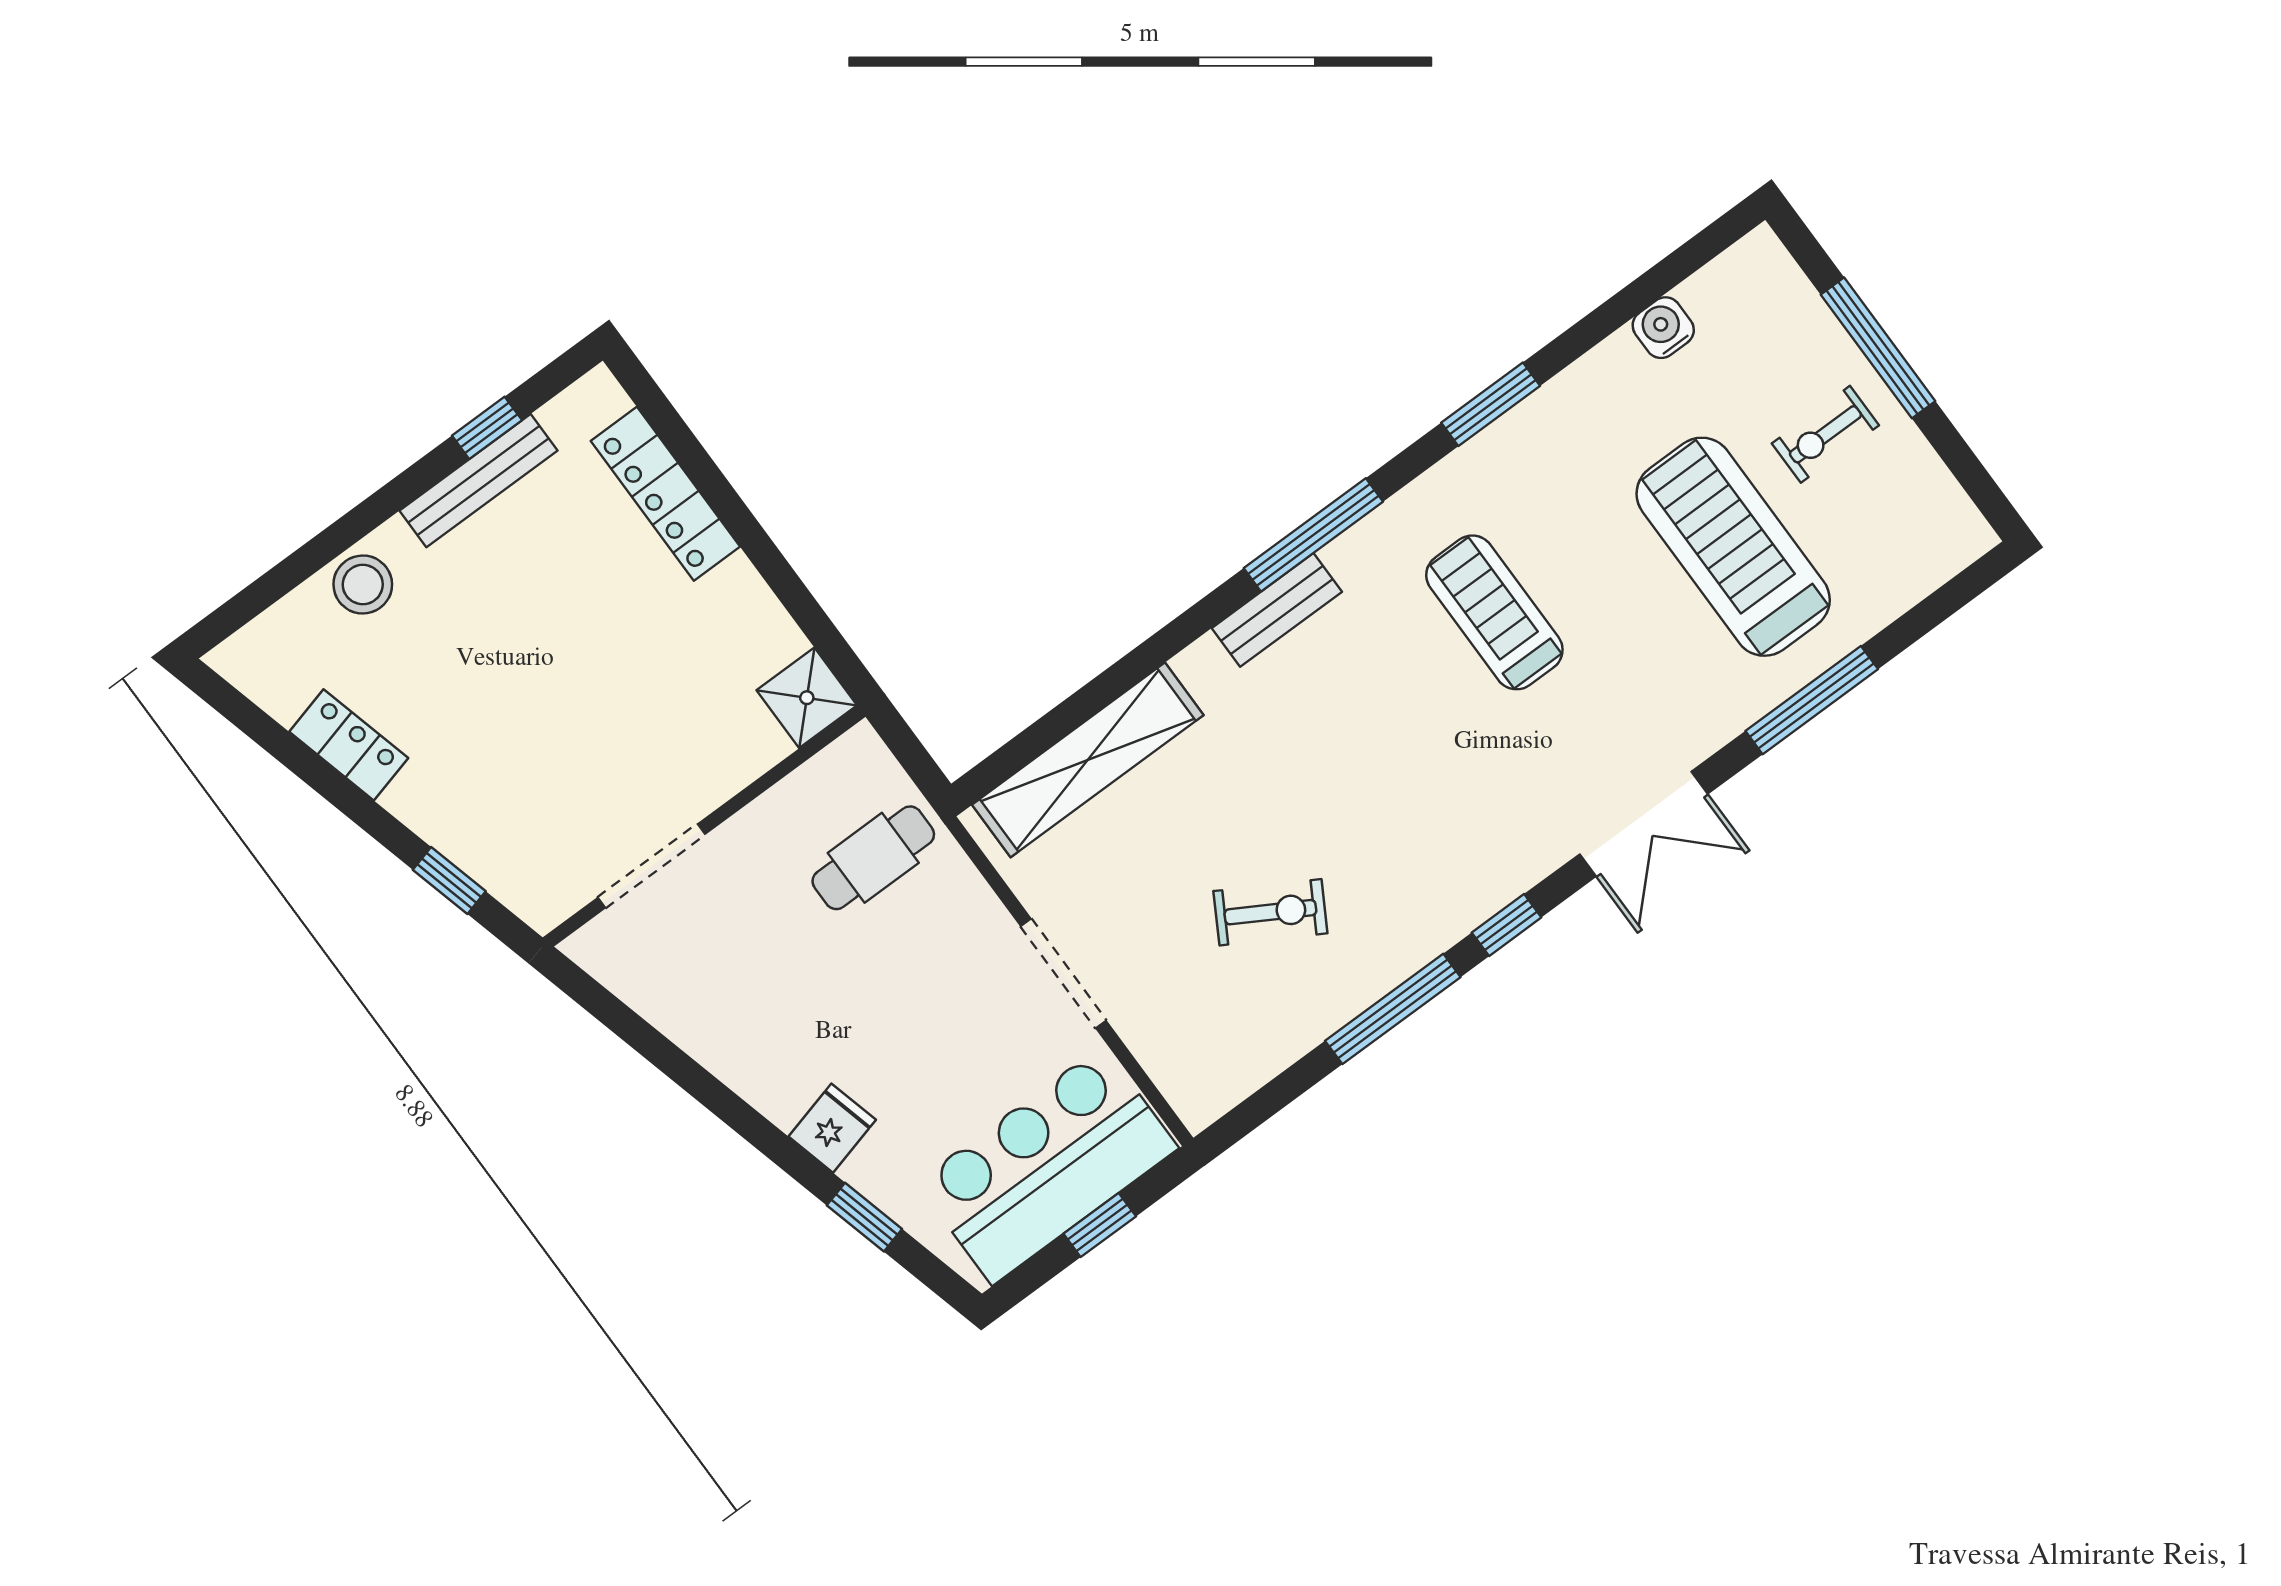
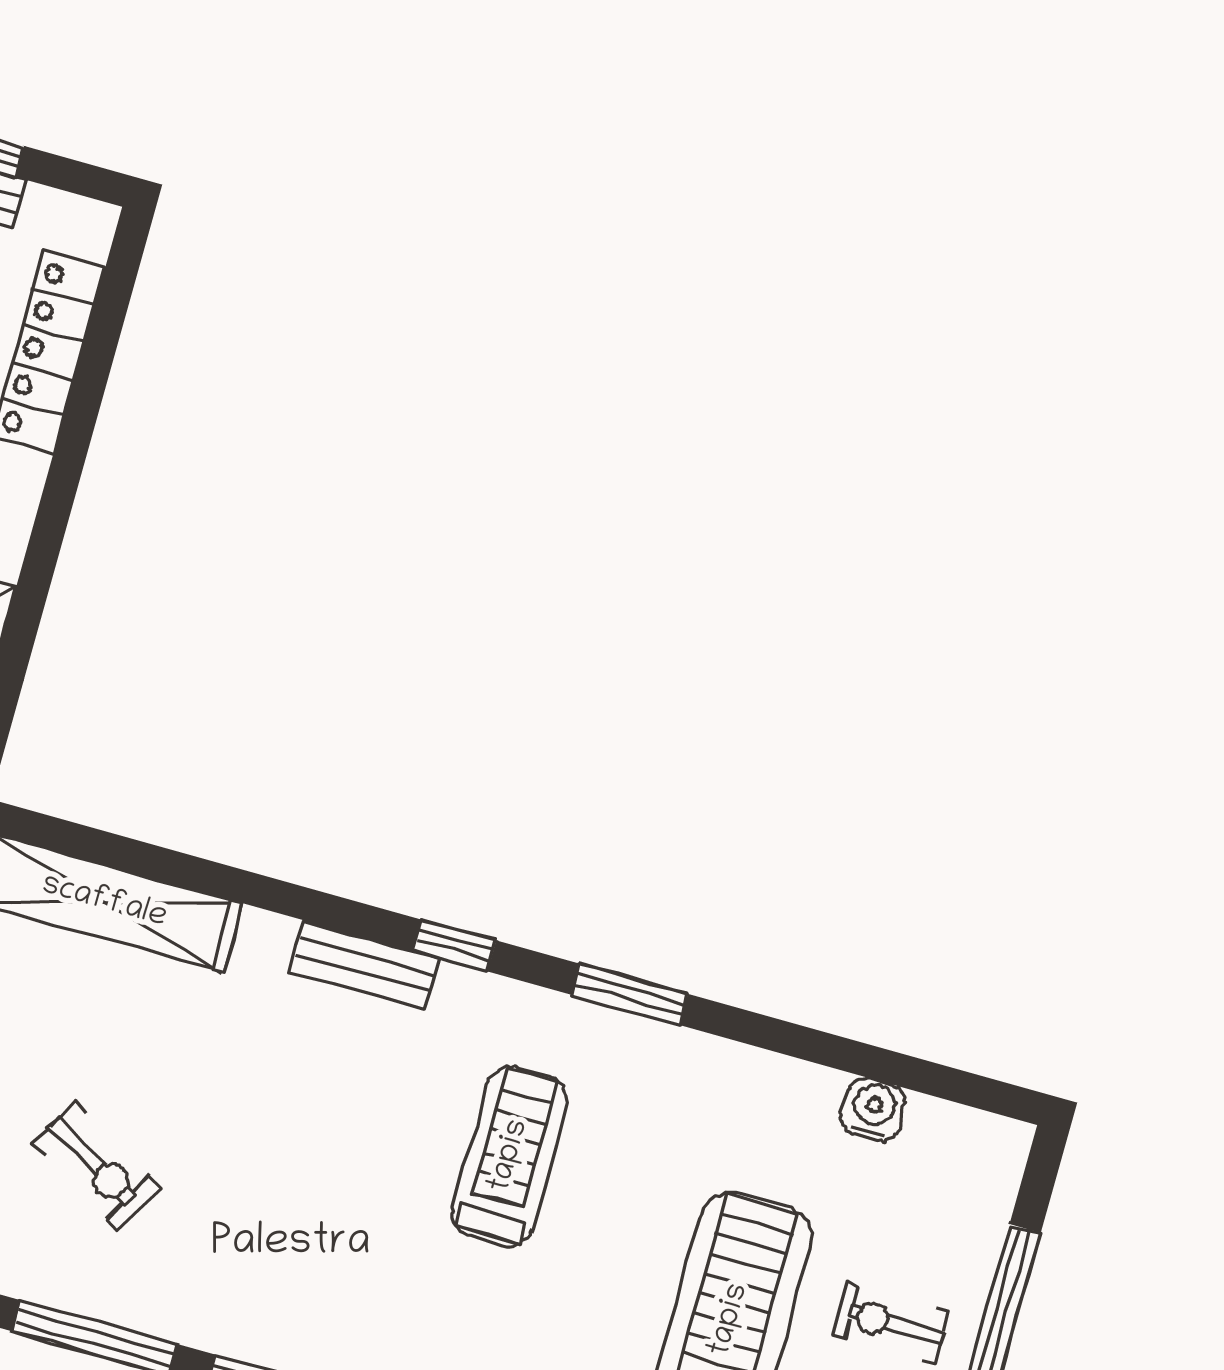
window: (1491, 404) -> (629, 994), moved
window: (1313, 535) -> (454, 945), width x0.46

